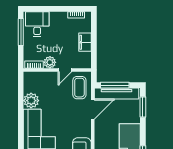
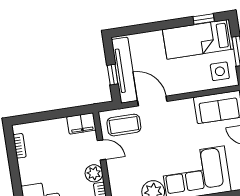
filing cabinet: (85, 42) -> (81, 123), moved
window: (115, 85) -> (113, 75), width x0.46
window: (143, 107) -> (138, 29), removed

